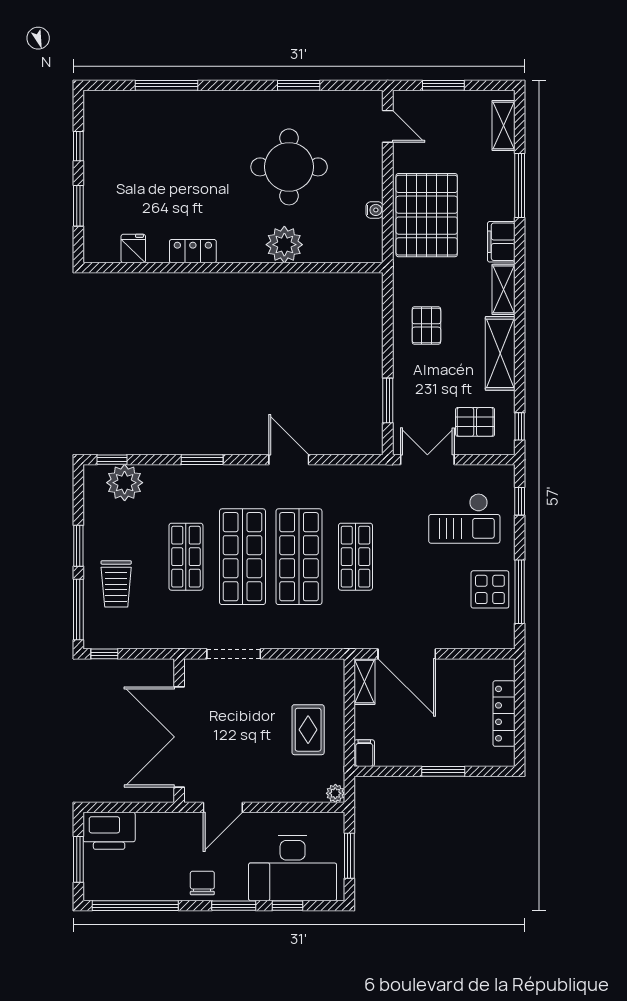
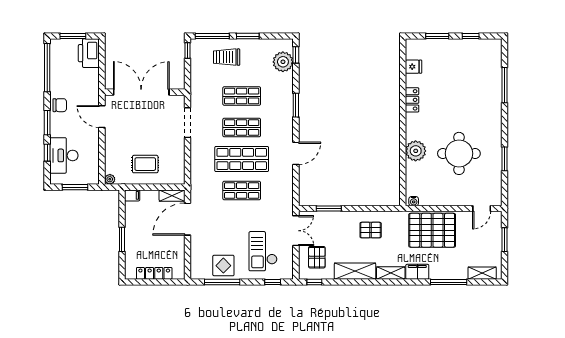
water cooler: (374, 210) -> (414, 201), moved
shop shelf: (242, 557) -> (242, 128), width x0.70, depth x0.74
desk: (293, 868) -> (64, 155), width x0.73, depth x0.77

